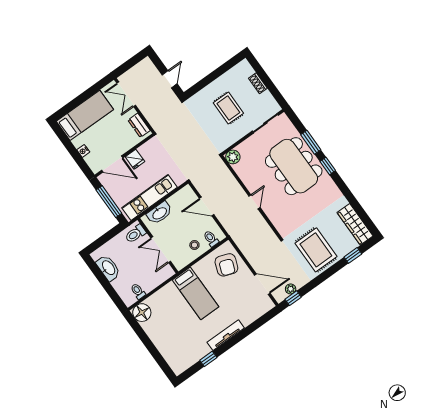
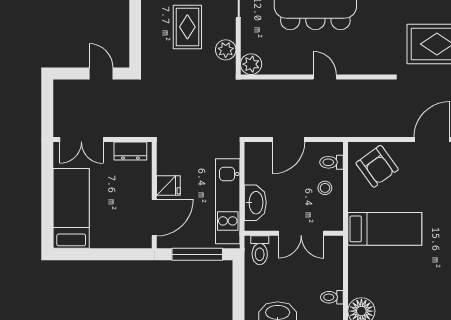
rug: (228, 108) -> (187, 27), turned 90
plant: (231, 138) -> (226, 50), added
nightstand: (83, 151) -> (113, 241), removed
armchair: (226, 265) -> (377, 166), turned 34

